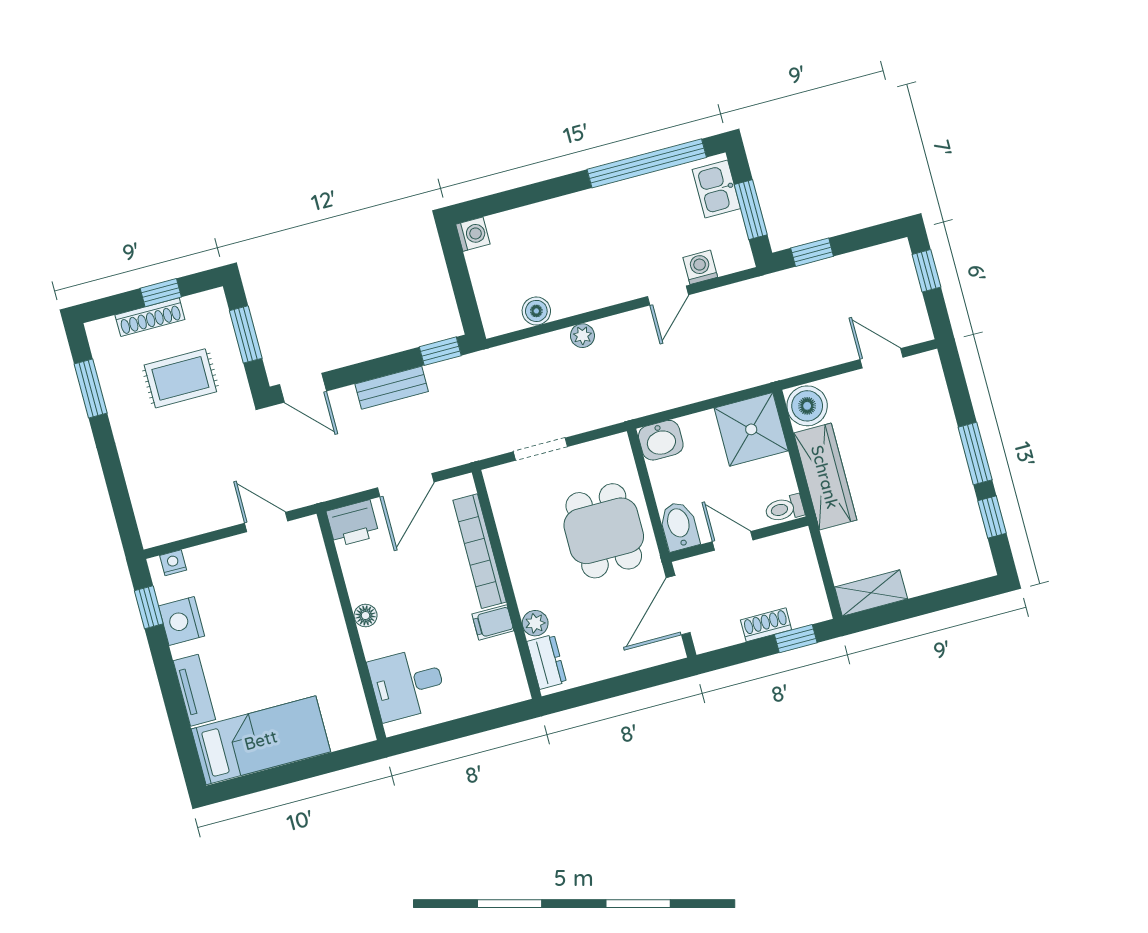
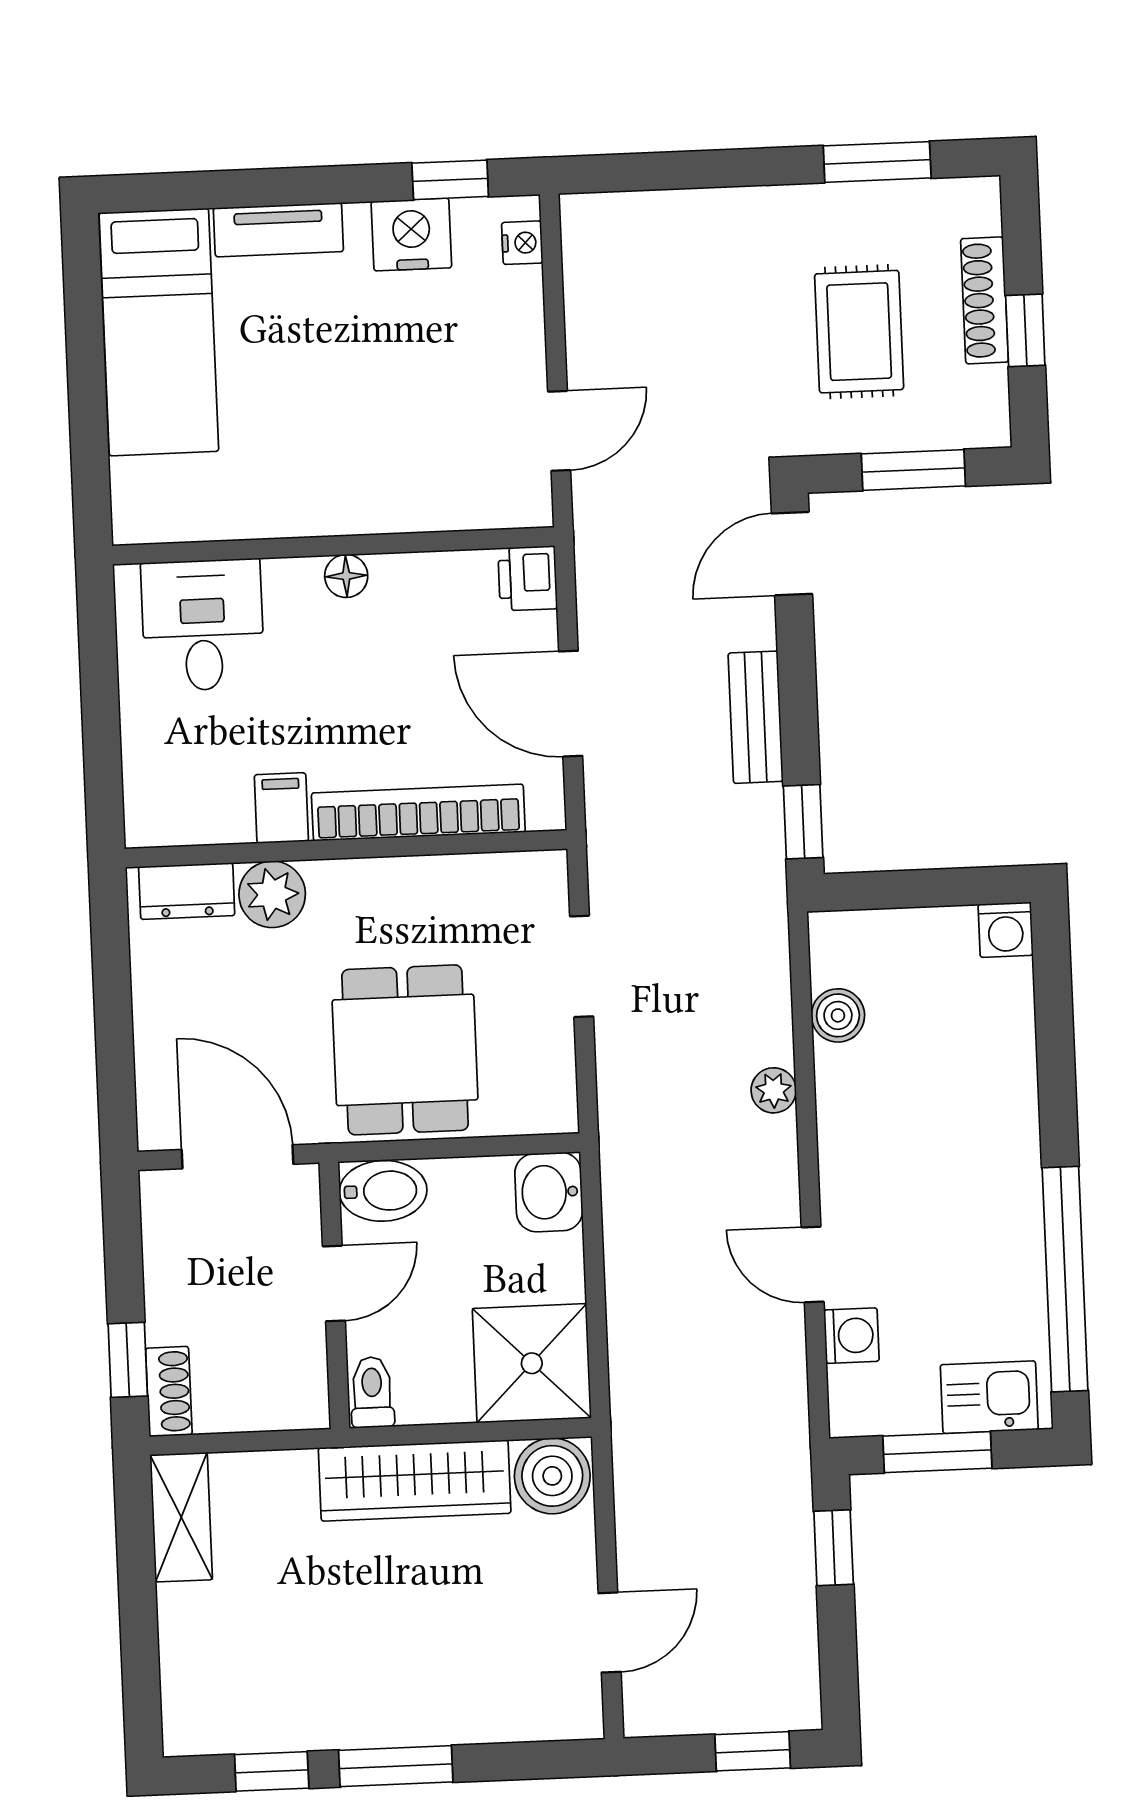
printer: (353, 523) -> (528, 578), width x0.73, depth x0.81
dining table: (604, 531) -> (405, 1050), turned 90
plant: (535, 623) -> (272, 894), width x1.38, depth x1.38
shoe rack: (766, 625) -> (169, 1391), moved

